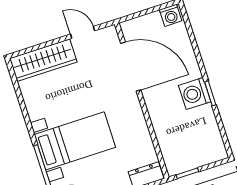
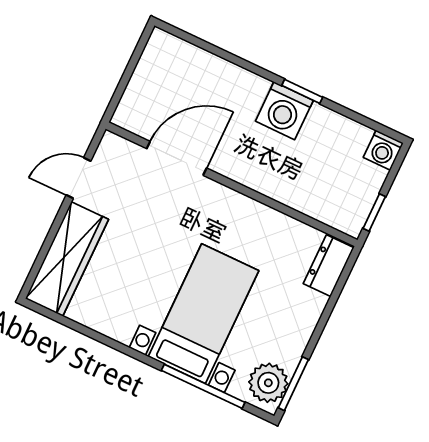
washing machine: (171, 15) -> (383, 150), moved, turned 90
door: (131, 67) -> (177, 158), width x0.73

